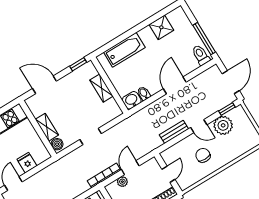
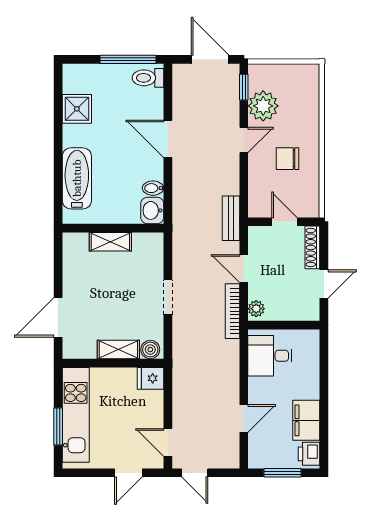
window: (78, 64) -> (58, 254), removed
bench: (174, 132) -> (231, 218), moved
fridge: (27, 163) -> (150, 378), moved
plant: (122, 182) -> (256, 309), moved

